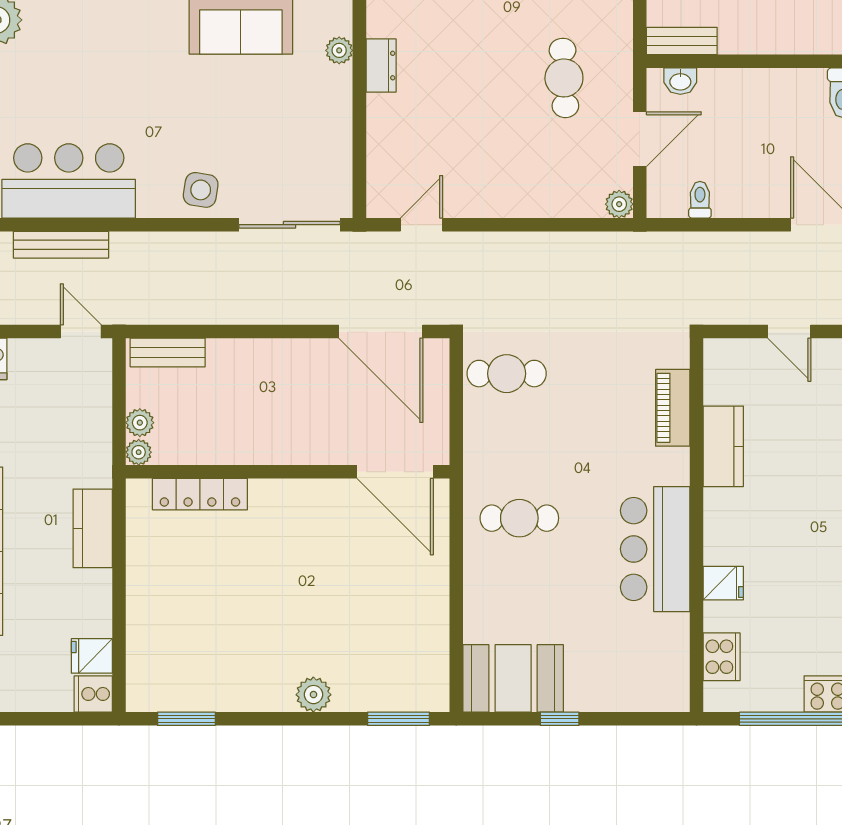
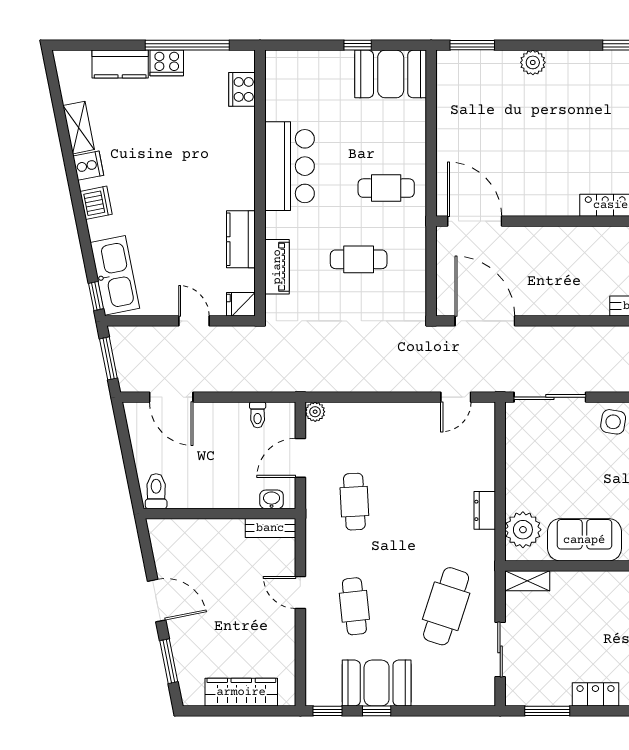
plant: (339, 50) -> (523, 530), width x1.88, depth x1.88
cafe table: (507, 374) -> (359, 259), moved
fridge: (723, 583) -> (241, 304), moved

